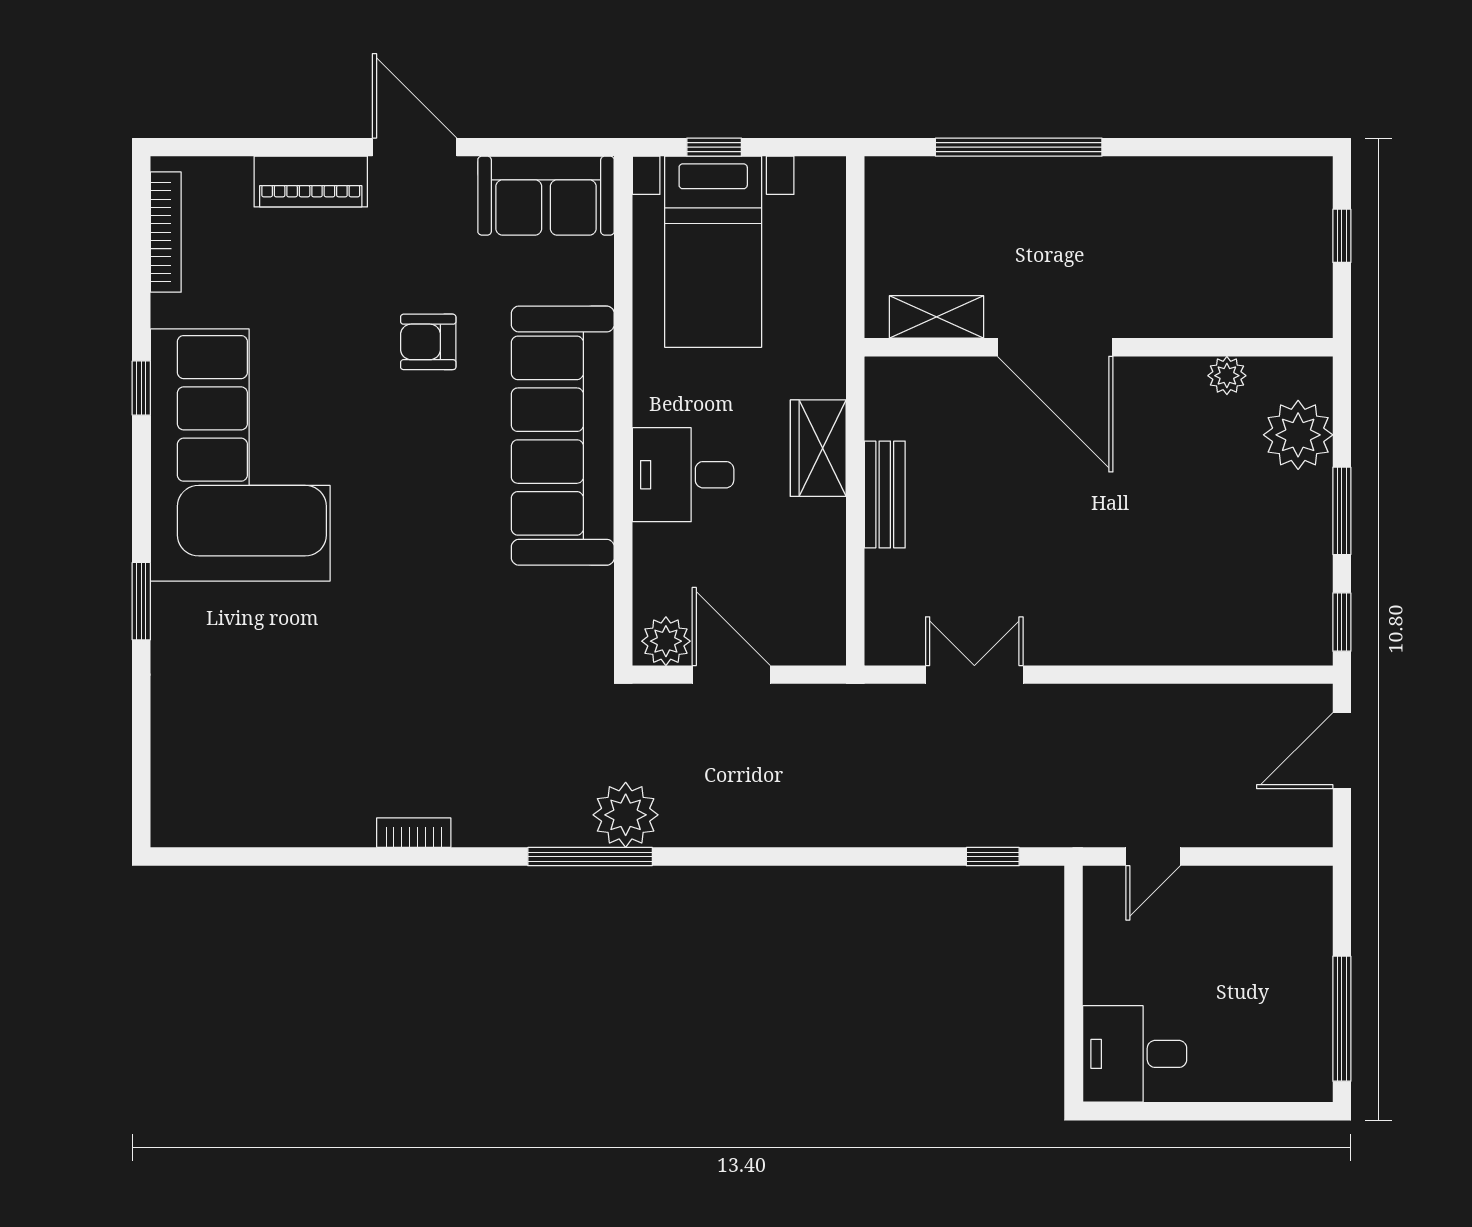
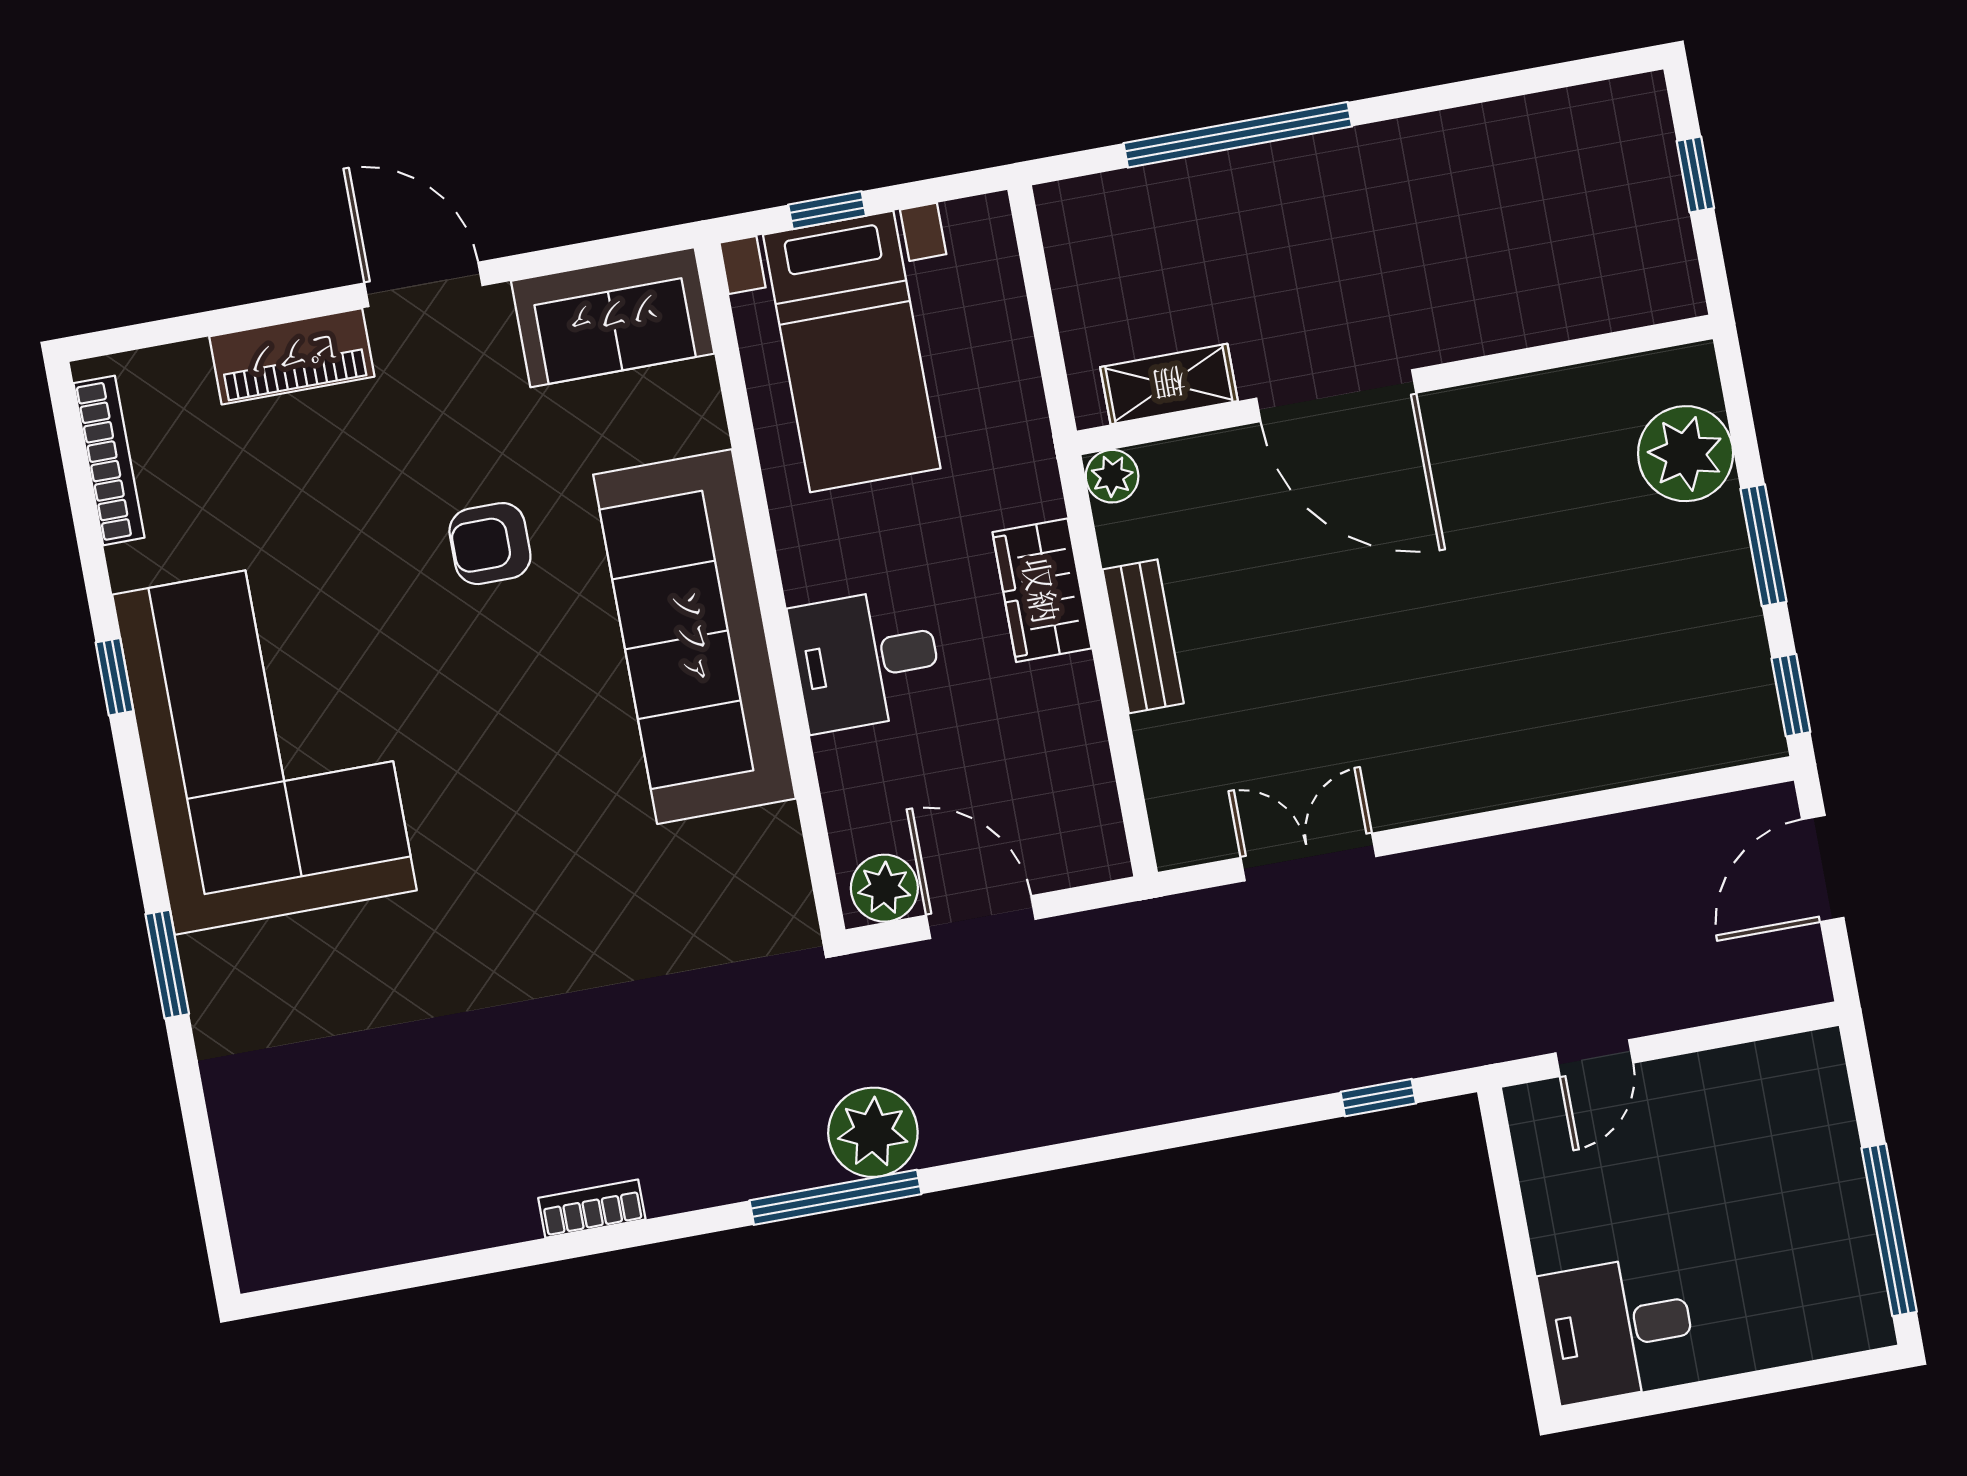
plant: (1227, 376) -> (1112, 476), moved

